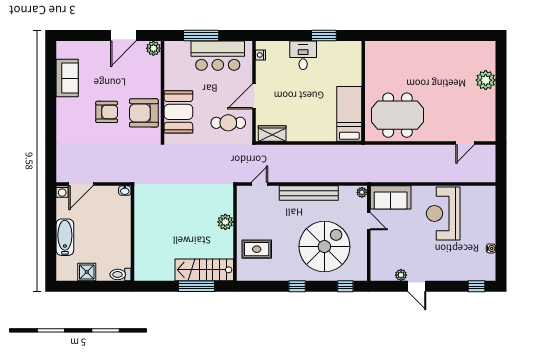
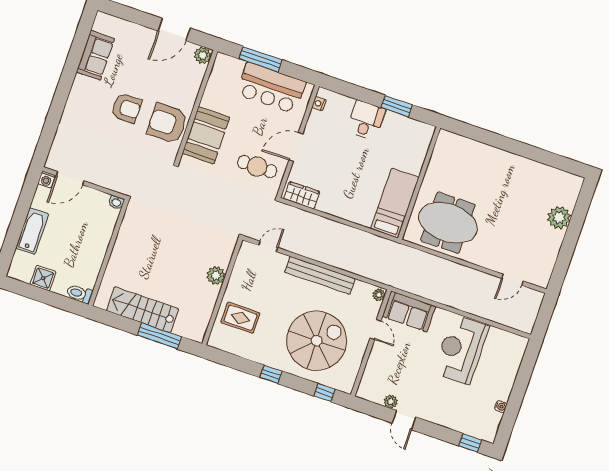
stairs: (204, 270) -> (143, 310), moved

